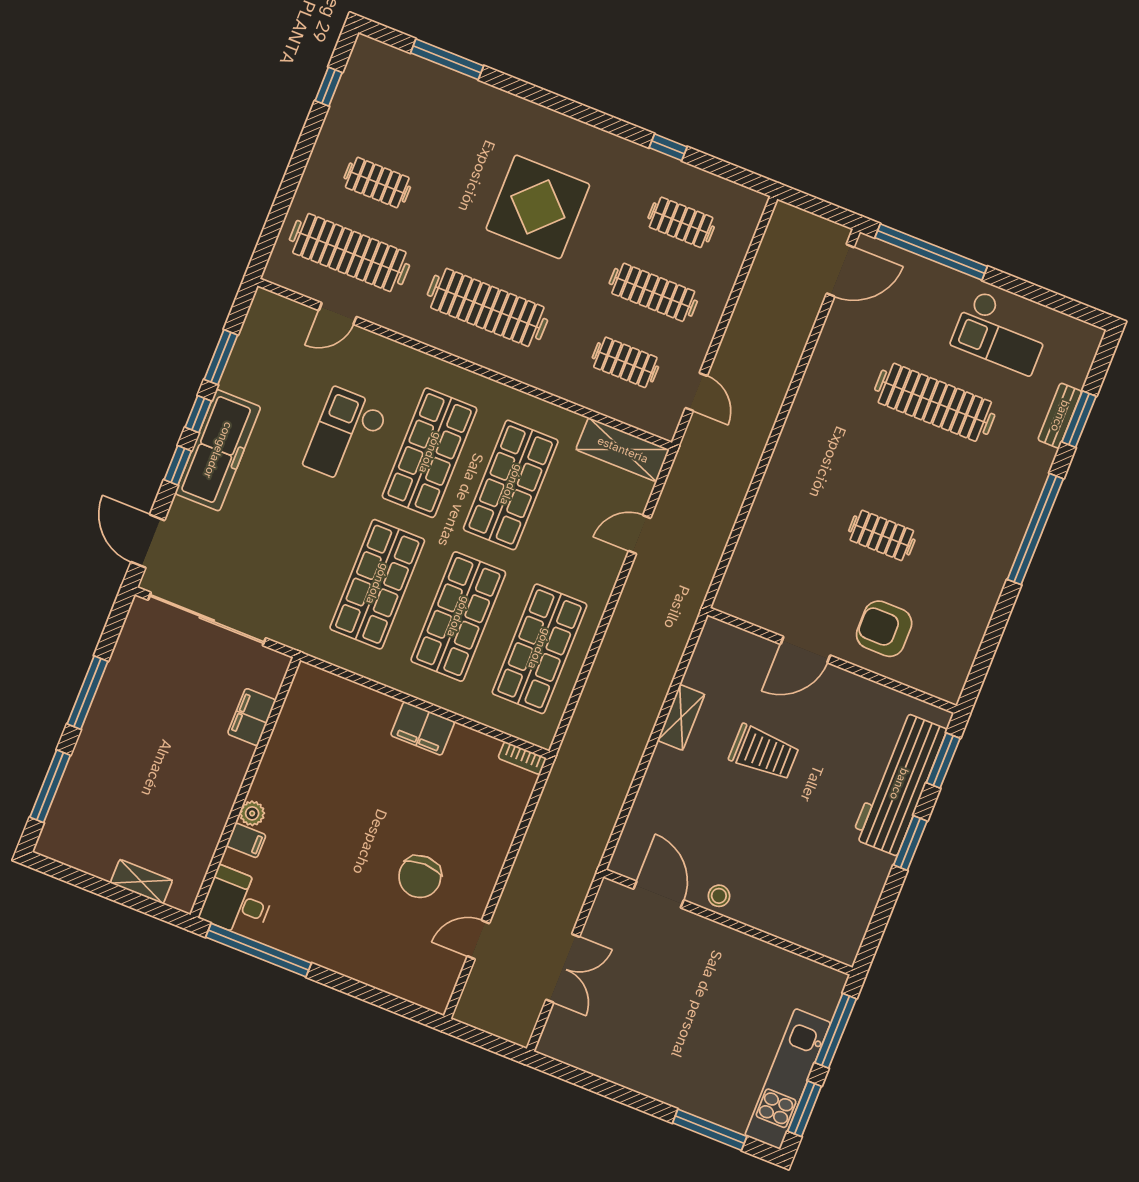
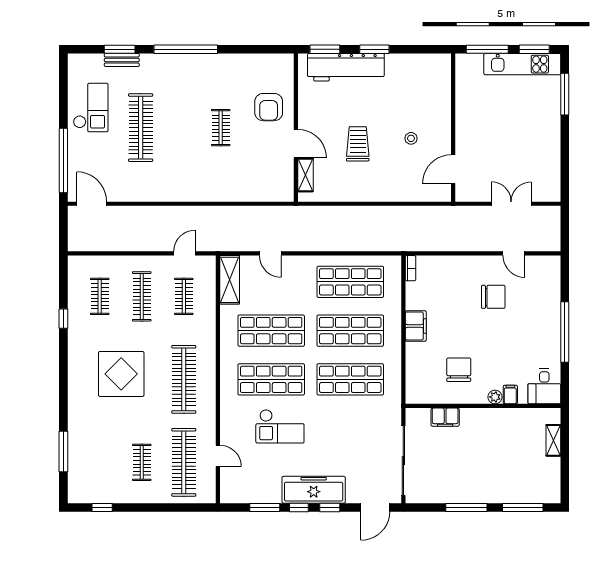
shelving: (681, 717) -> (305, 175), moved, turned 90
chair: (321, 771) -> (459, 370), added
stool: (719, 896) -> (411, 138), moved
window: (259, 950) -> (565, 332), moved

